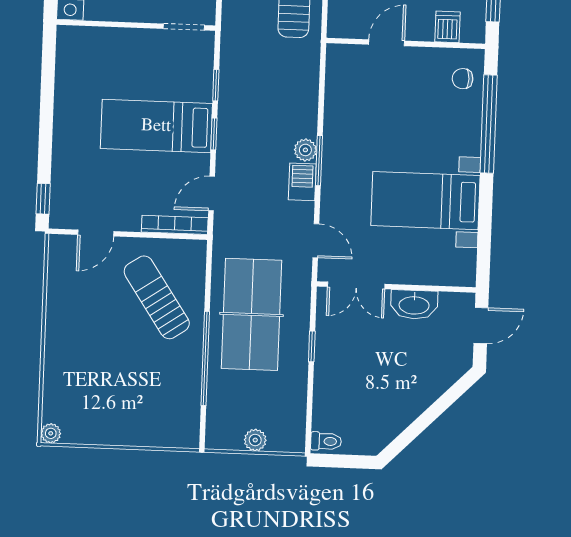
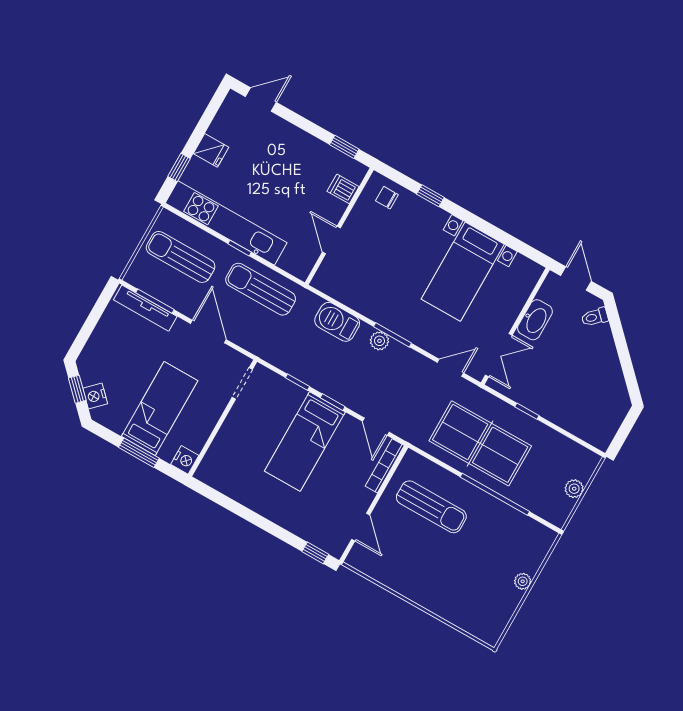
chair: (463, 79) -> (387, 198), turned 90
window: (489, 124) -> (430, 196), width x0.32
barbecue: (302, 182) -> (337, 322), moved, width x1.38, depth x1.27
sun lounger: (157, 297) -> (431, 507), turned -146
plant: (51, 433) -> (523, 581), moved
toilet: (326, 441) -> (595, 317), moved, turned -135

